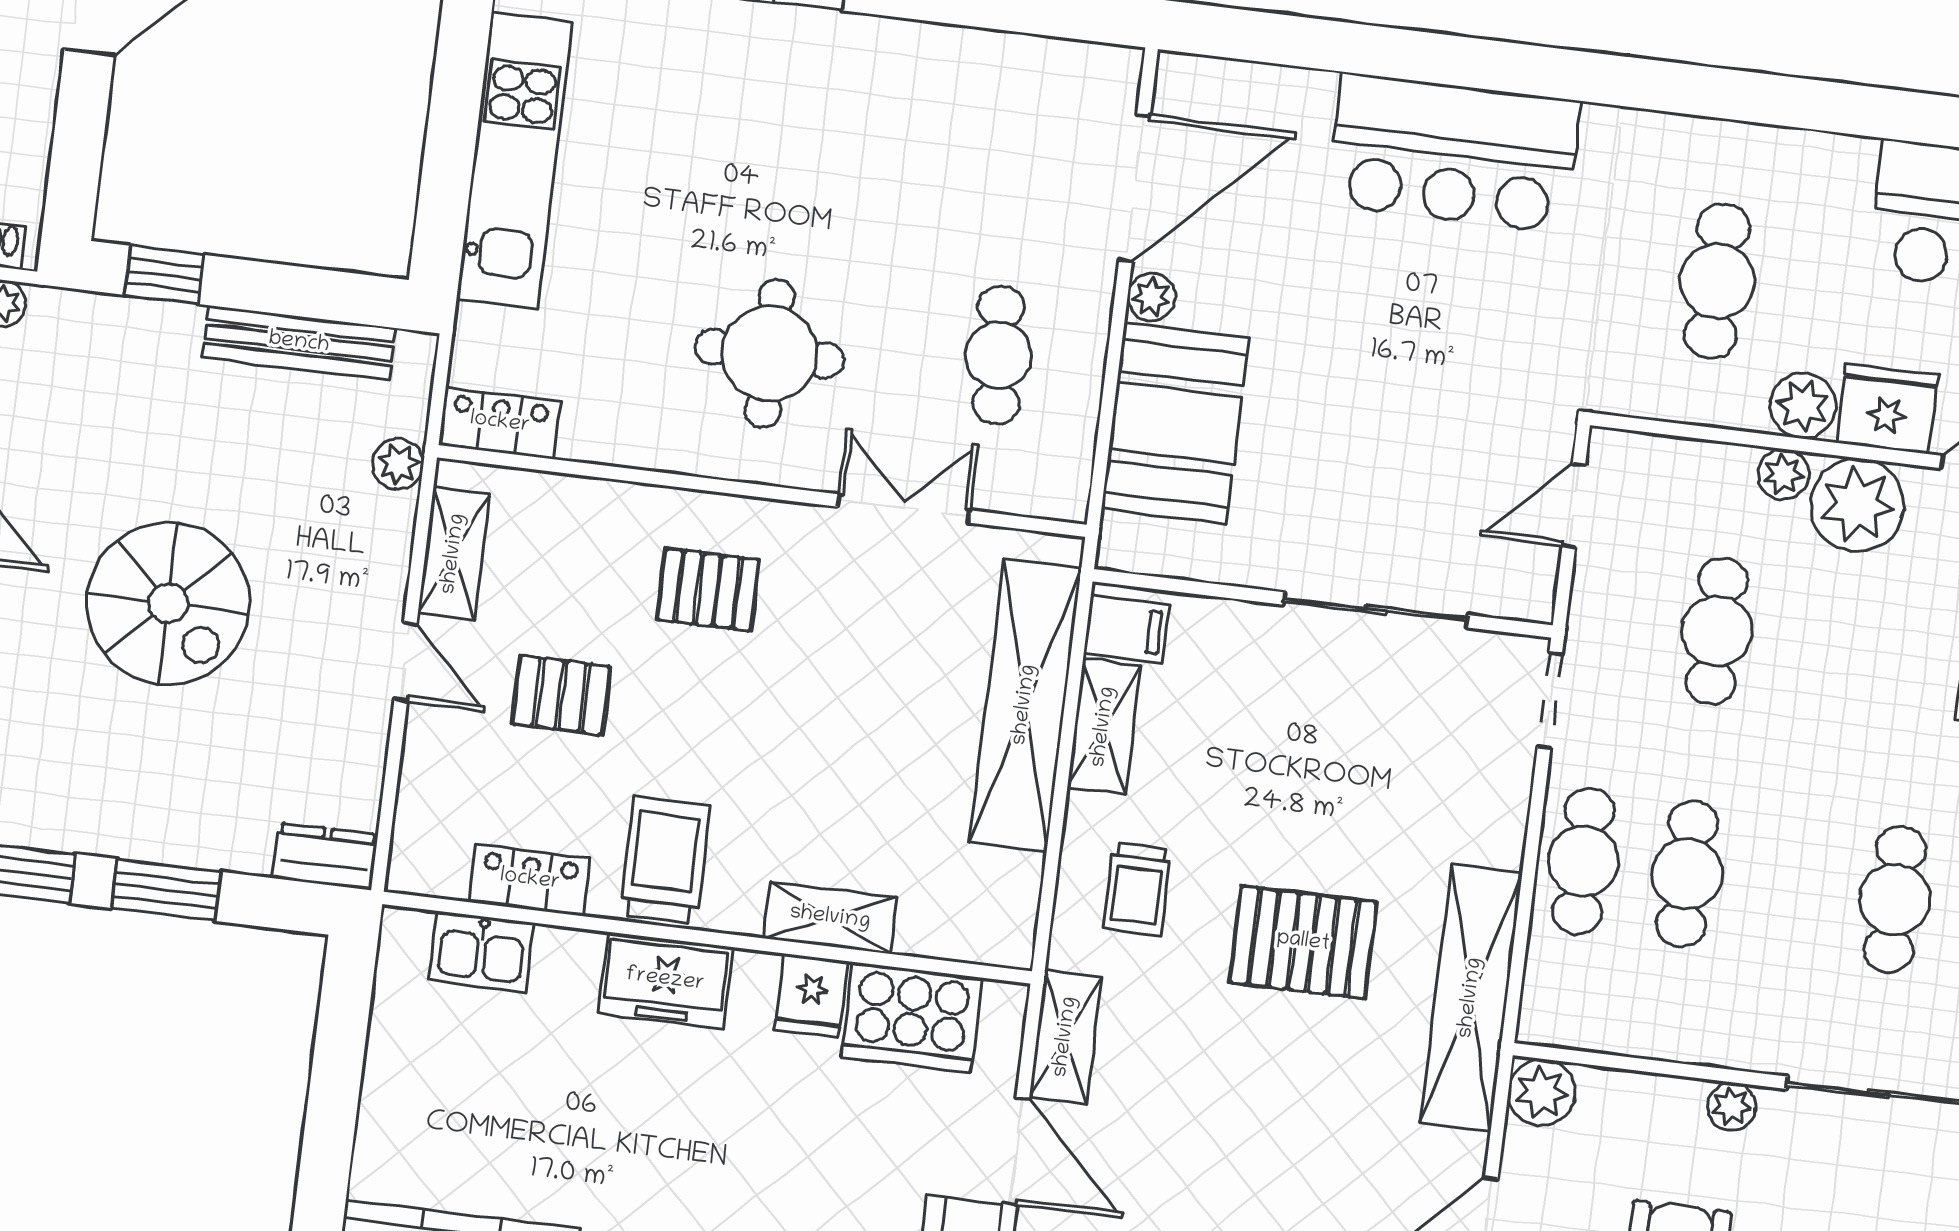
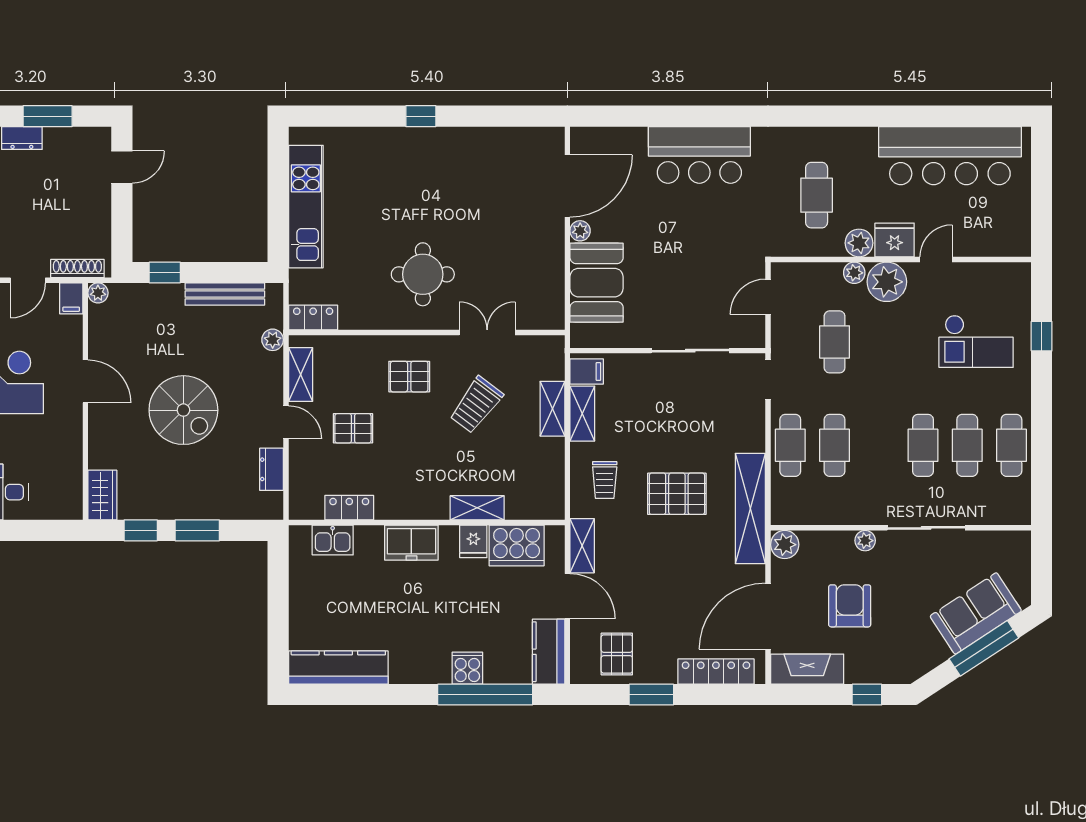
cafe table: (999, 355) -> (519, 263), removed
shelving: (1025, 705) -> (552, 409), width x0.45, depth x0.75
dresser: (325, 856) -> (272, 469), moved, turned -90
trolley: (665, 860) -> (476, 405), moved, turned -143

